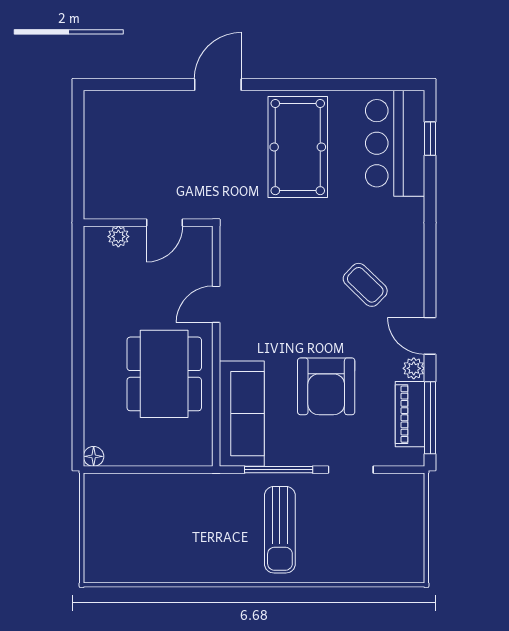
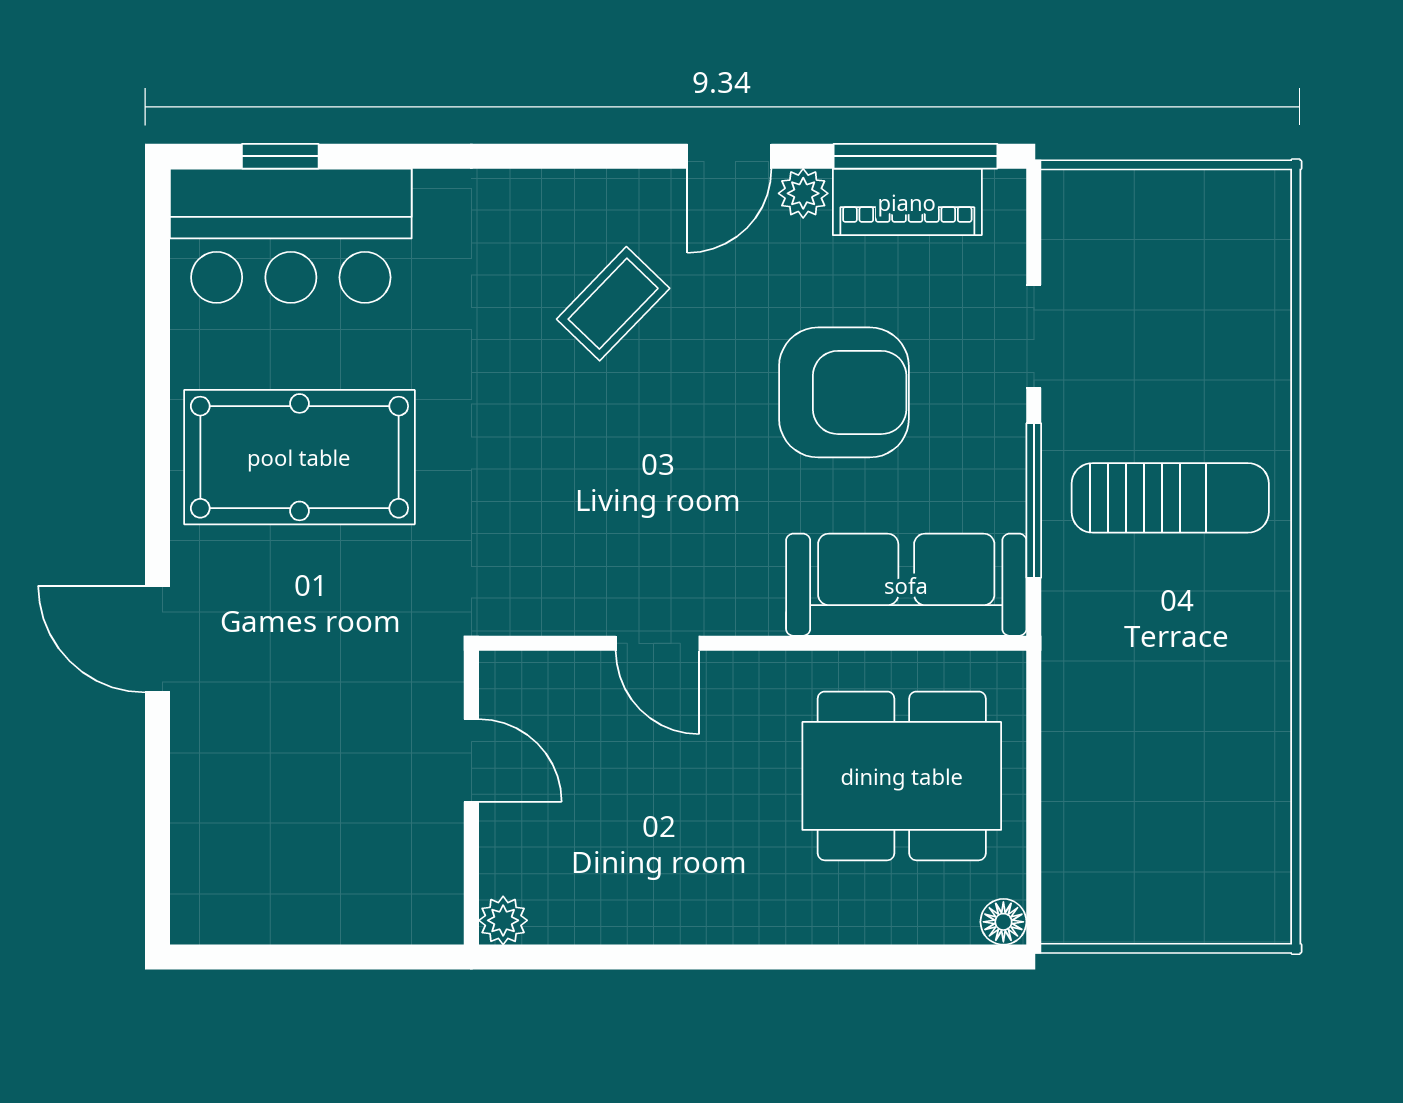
plant: (118, 237) -> (503, 920), moved
dining table: (164, 374) -> (902, 776), moved

